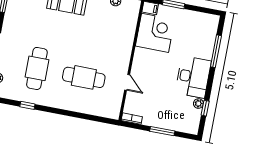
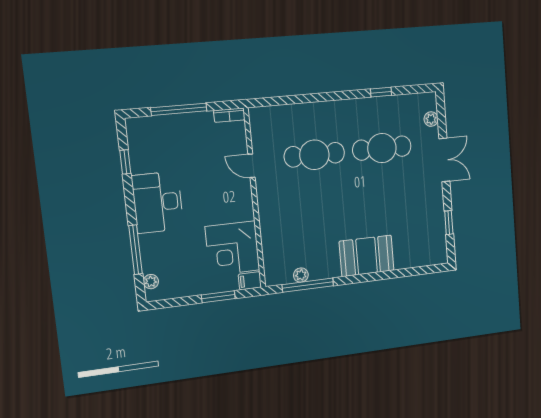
cafe table: (37, 68) -> (382, 148), turned 90
plant: (198, 104) -> (151, 282), moved
window: (162, 131) -> (179, 109), width x1.44

